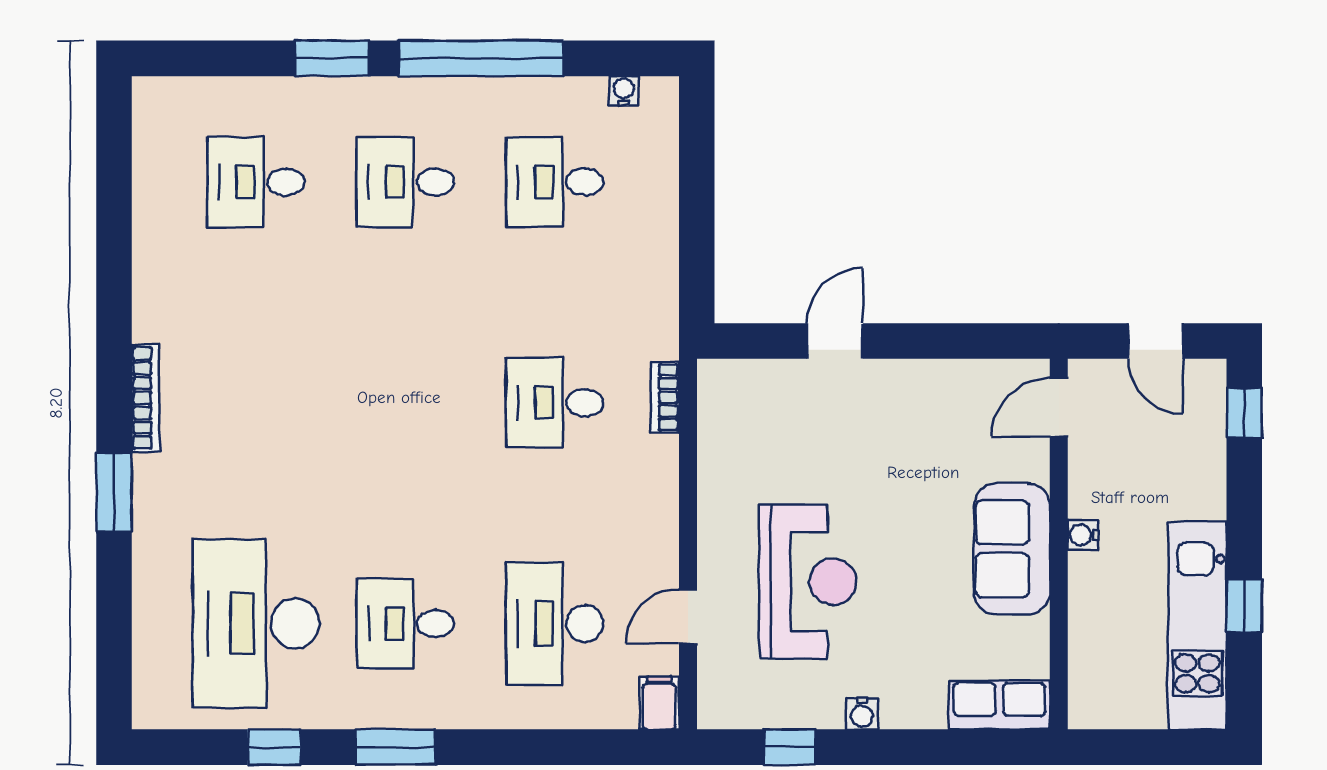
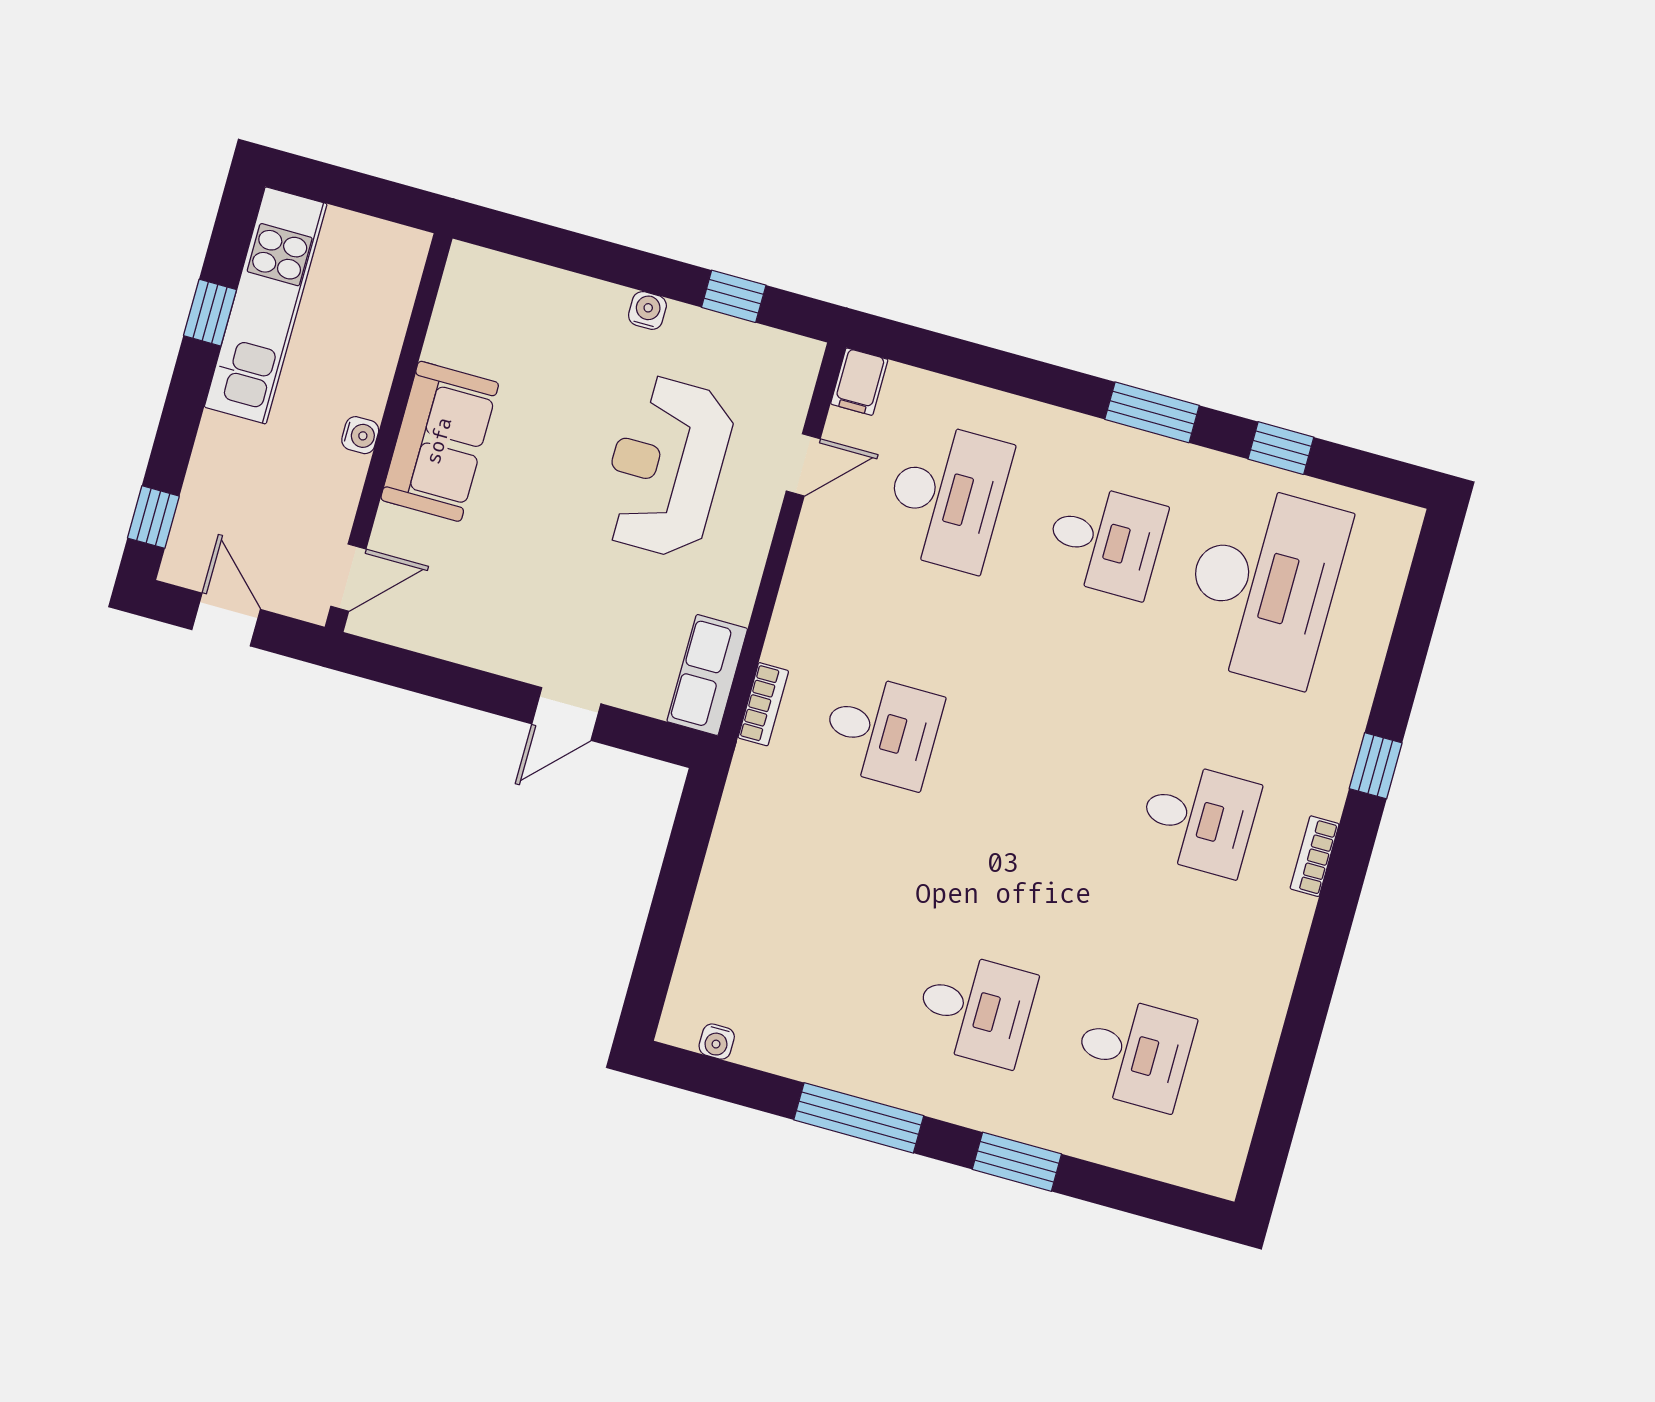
window: (481, 58) -> (859, 1118), width x0.68
desk: (555, 182) -> (1199, 819), moved
bookcase: (145, 398) -> (1315, 856), width x0.64
window: (114, 492) -> (1376, 766), width x0.67
row of seats: (999, 705) -> (707, 675), moved, turned 90

